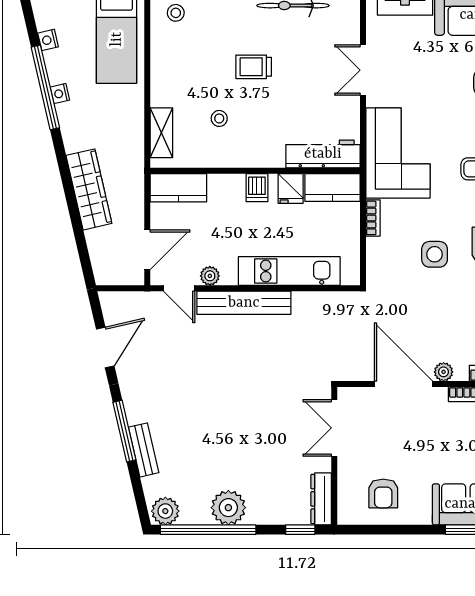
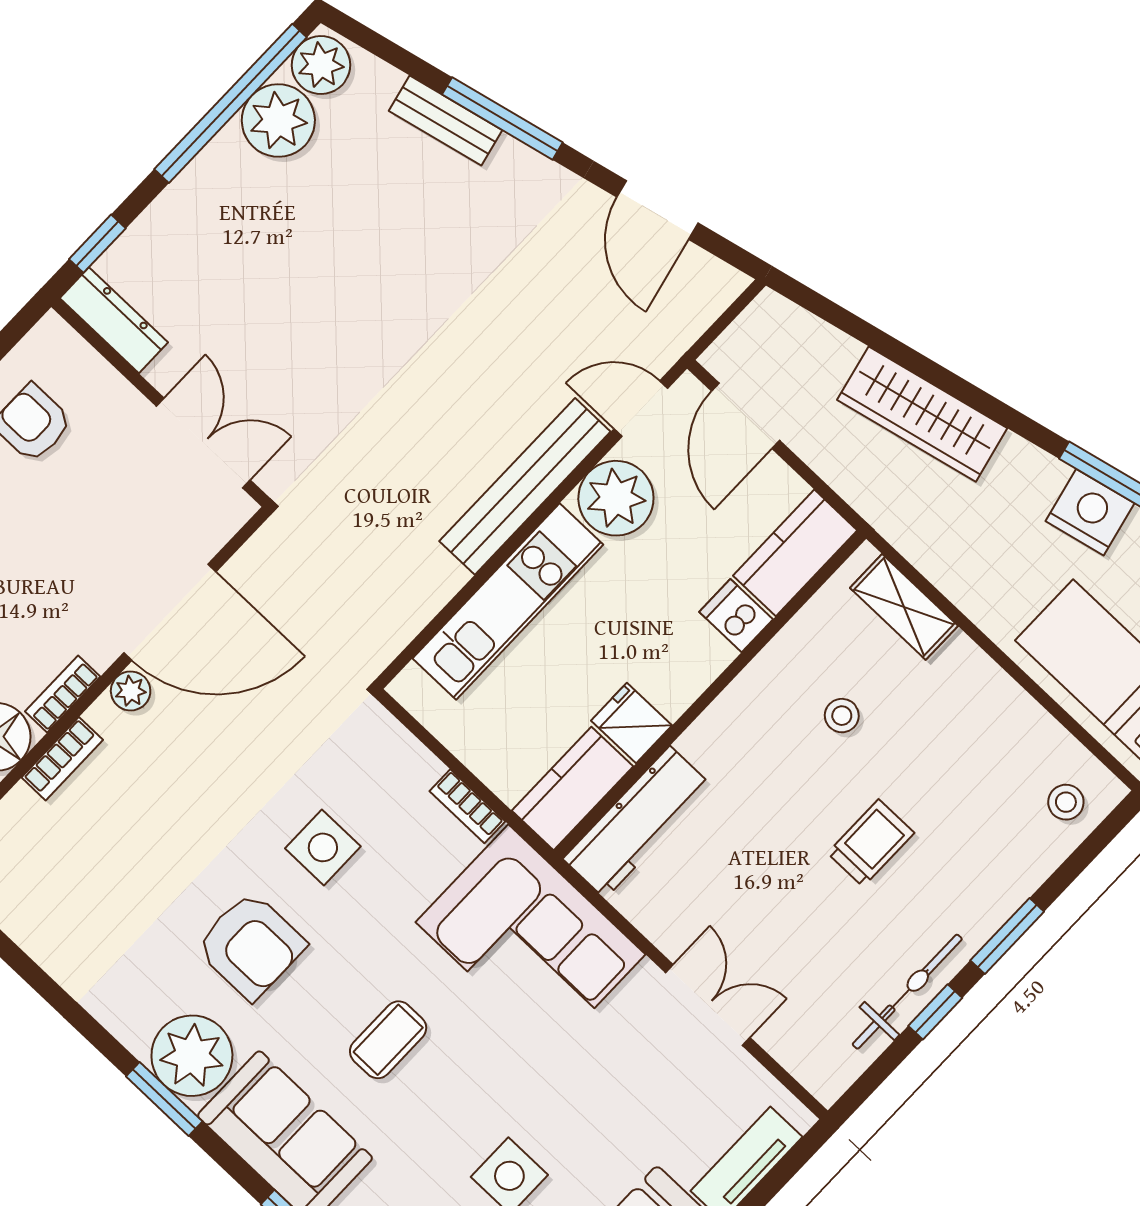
nightstand: (60, 94) -> (1090, 512), width x1.89, depth x1.79
dishwasher: (257, 188) -> (736, 616), moved
plant: (210, 276) -> (616, 498), width x1.88, depth x1.88
plant: (228, 508) -> (278, 121), moved

